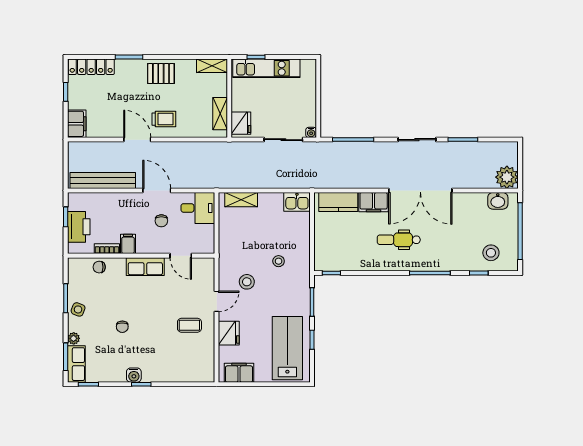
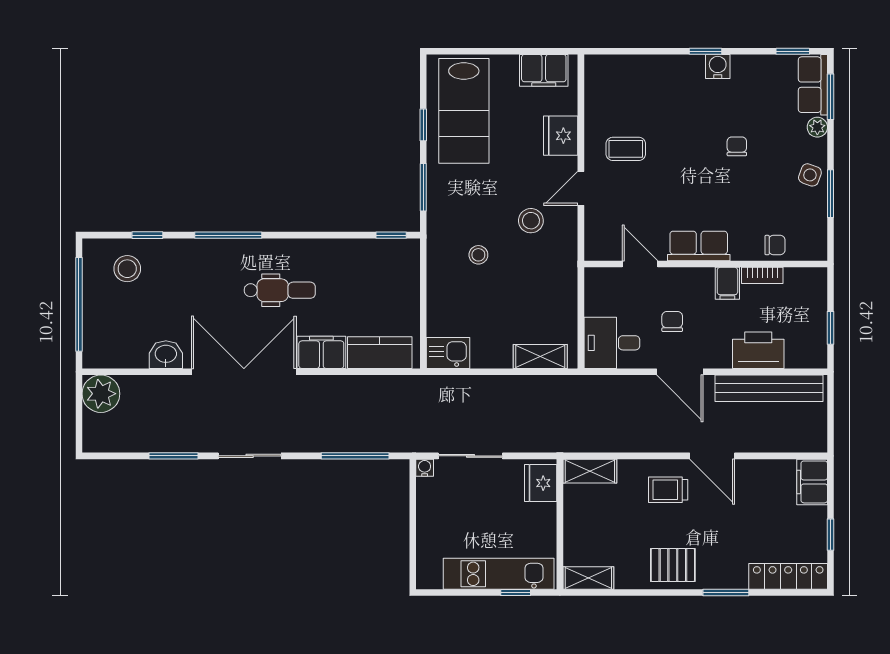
shelving: (220, 114) -> (590, 471), moved, turned 90
washbasin: (498, 201) -> (166, 355), moved
printer: (79, 227) -> (758, 350), moved, turned 90

